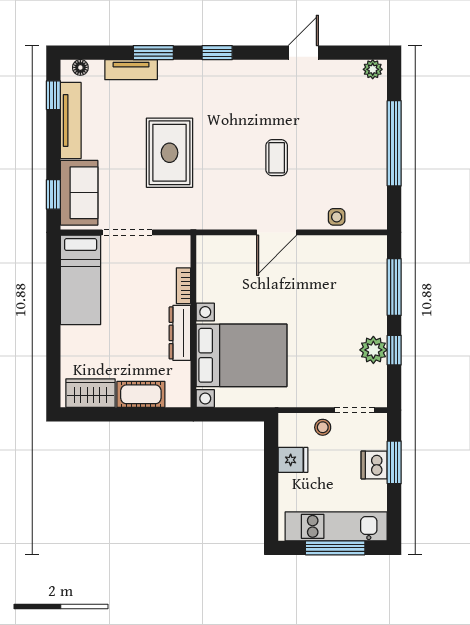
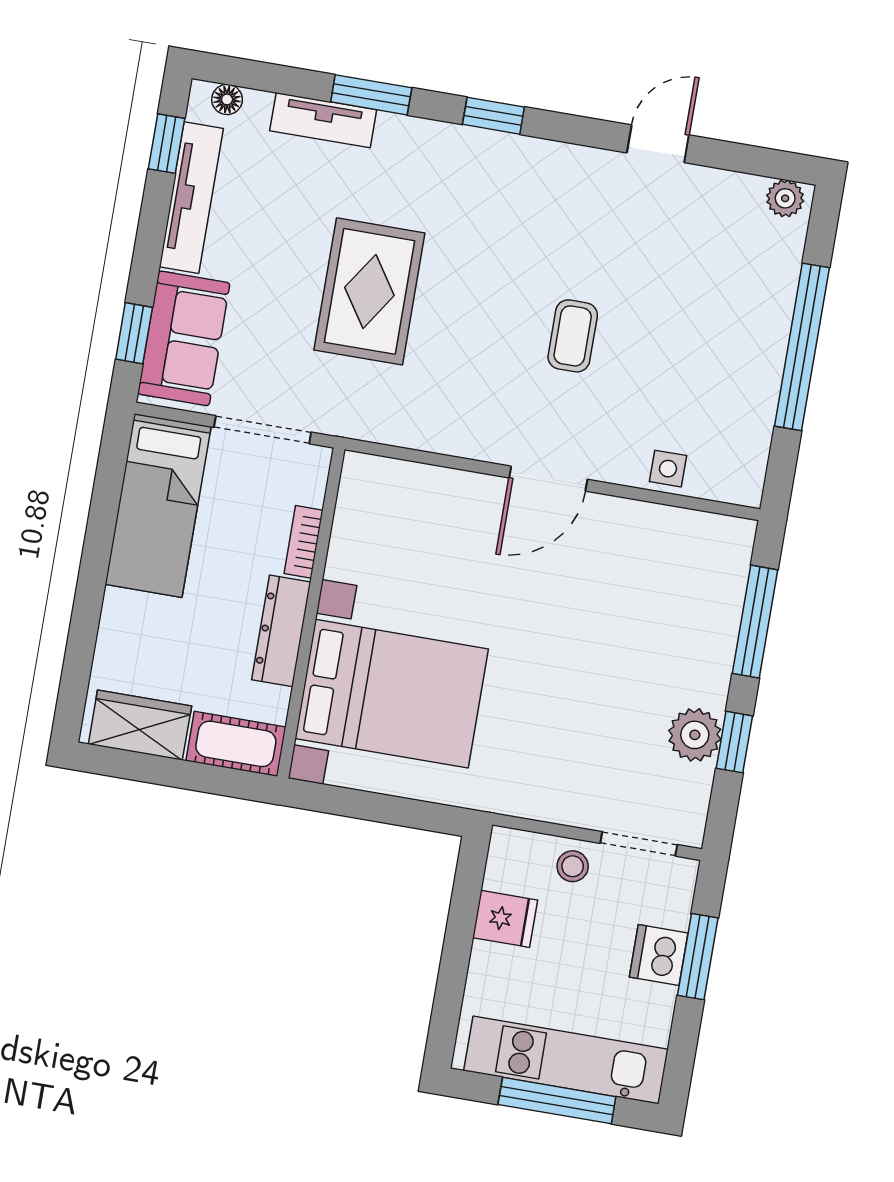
bookcase: (183, 286) -> (303, 542), moved
wall: (193, 321) -> (311, 613), moved
dresser: (180, 333) -> (281, 631), moved
bed with nightstands: (241, 355) -> (392, 694), moved

